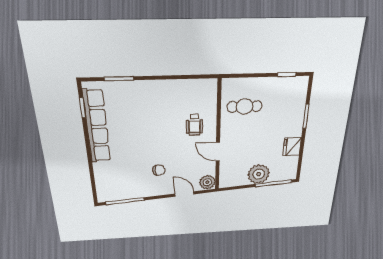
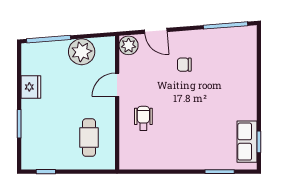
cafe table: (245, 107) -> (89, 138), turned 90
row of seats: (97, 127) -> (247, 142), width x0.50
door: (218, 152) -> (117, 85), swing flipped
plant: (259, 174) -> (82, 52), moved

